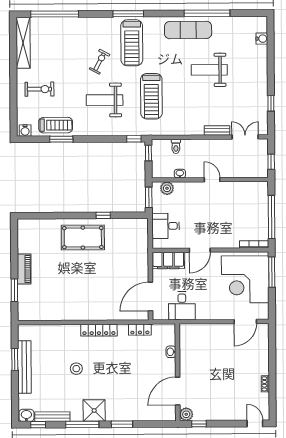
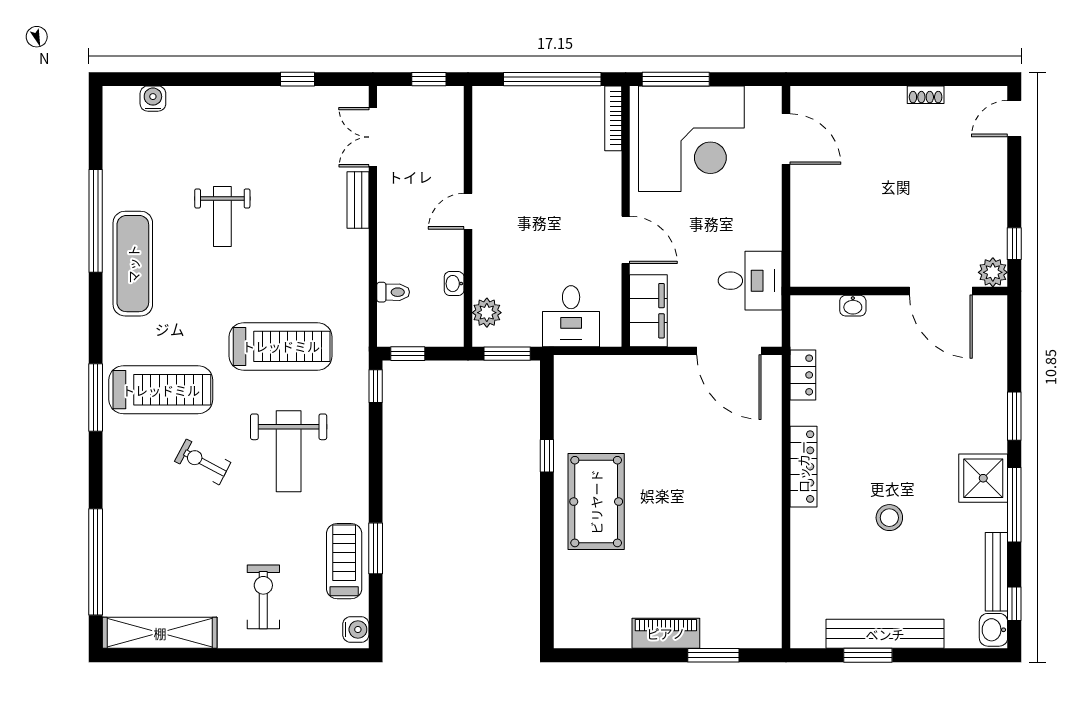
weight bench: (209, 70) -> (222, 217), width x0.73, depth x0.75

